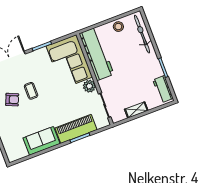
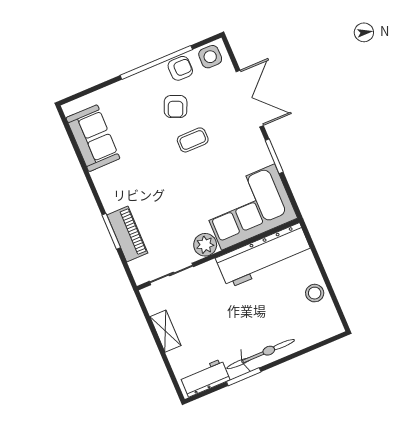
bicycle: (142, 34) -> (261, 354), moved
piano: (76, 129) -> (127, 234), width x0.73, depth x0.75
sofa: (41, 141) -> (93, 138), moved

